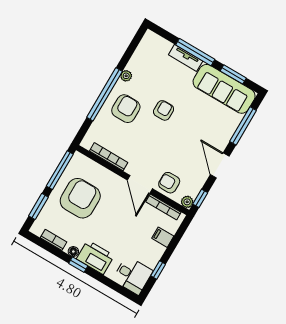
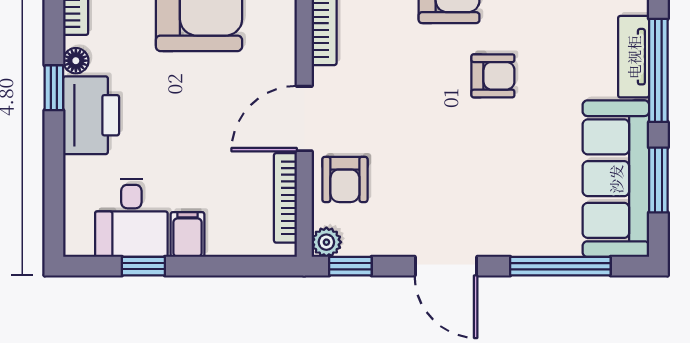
door: (220, 165) -> (446, 266), swing flipped
armchair: (169, 183) -> (345, 179), turned 180
filing cabinet: (163, 237) -> (188, 234), moved
desk: (132, 275) -> (131, 218), moved

